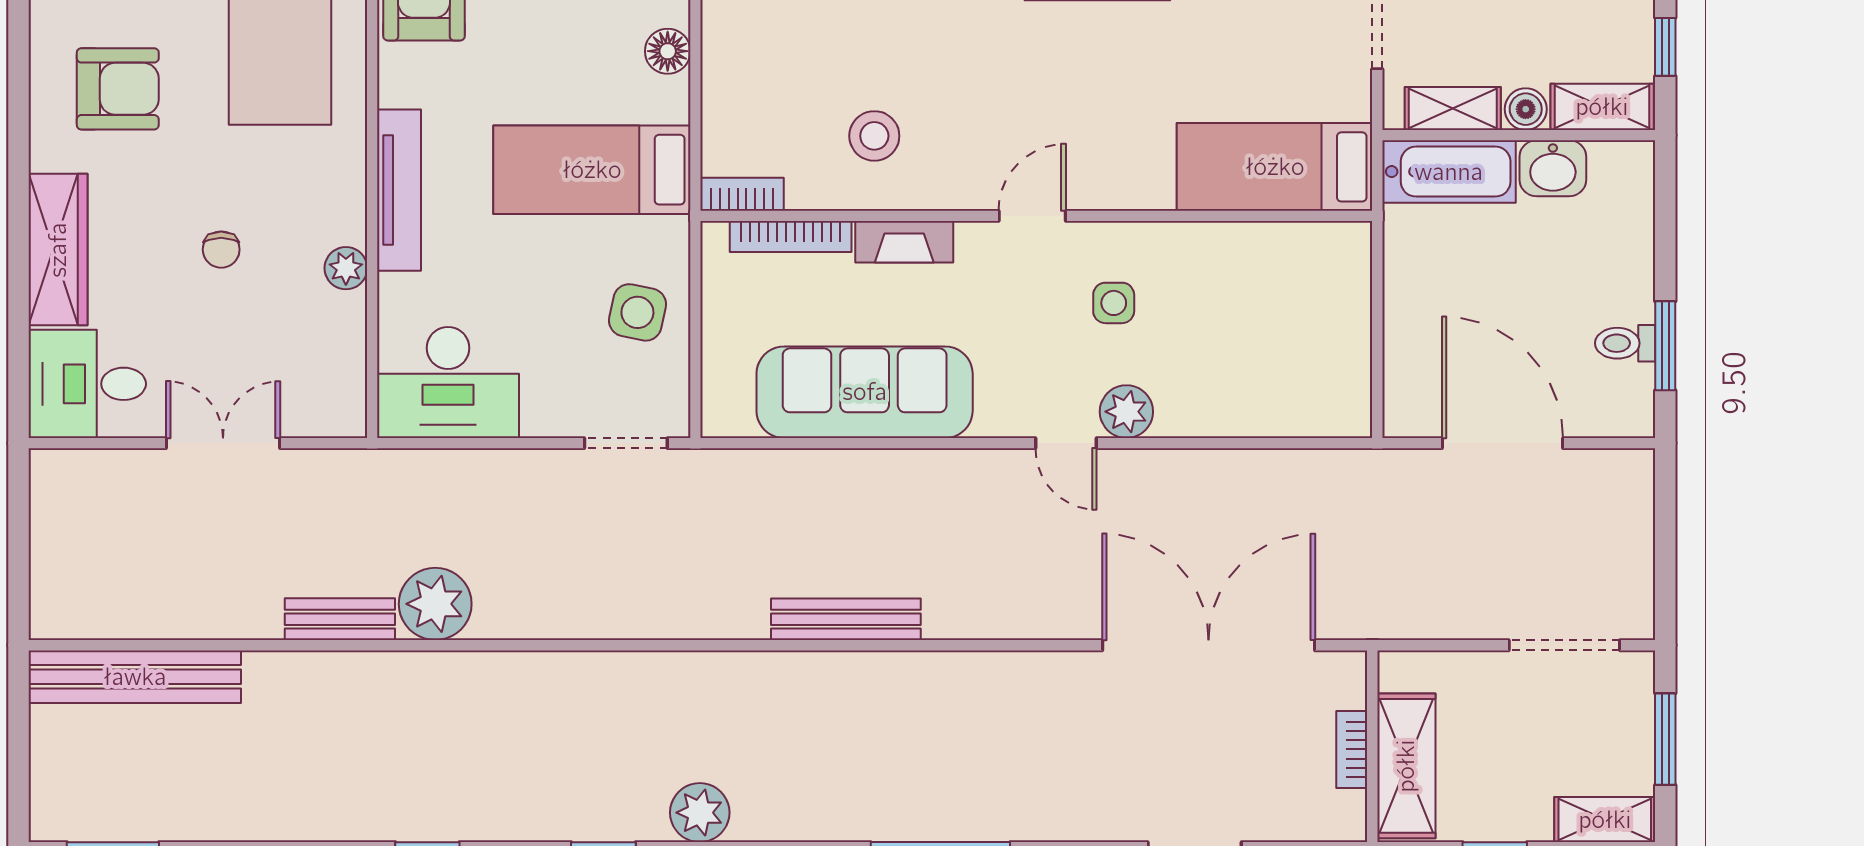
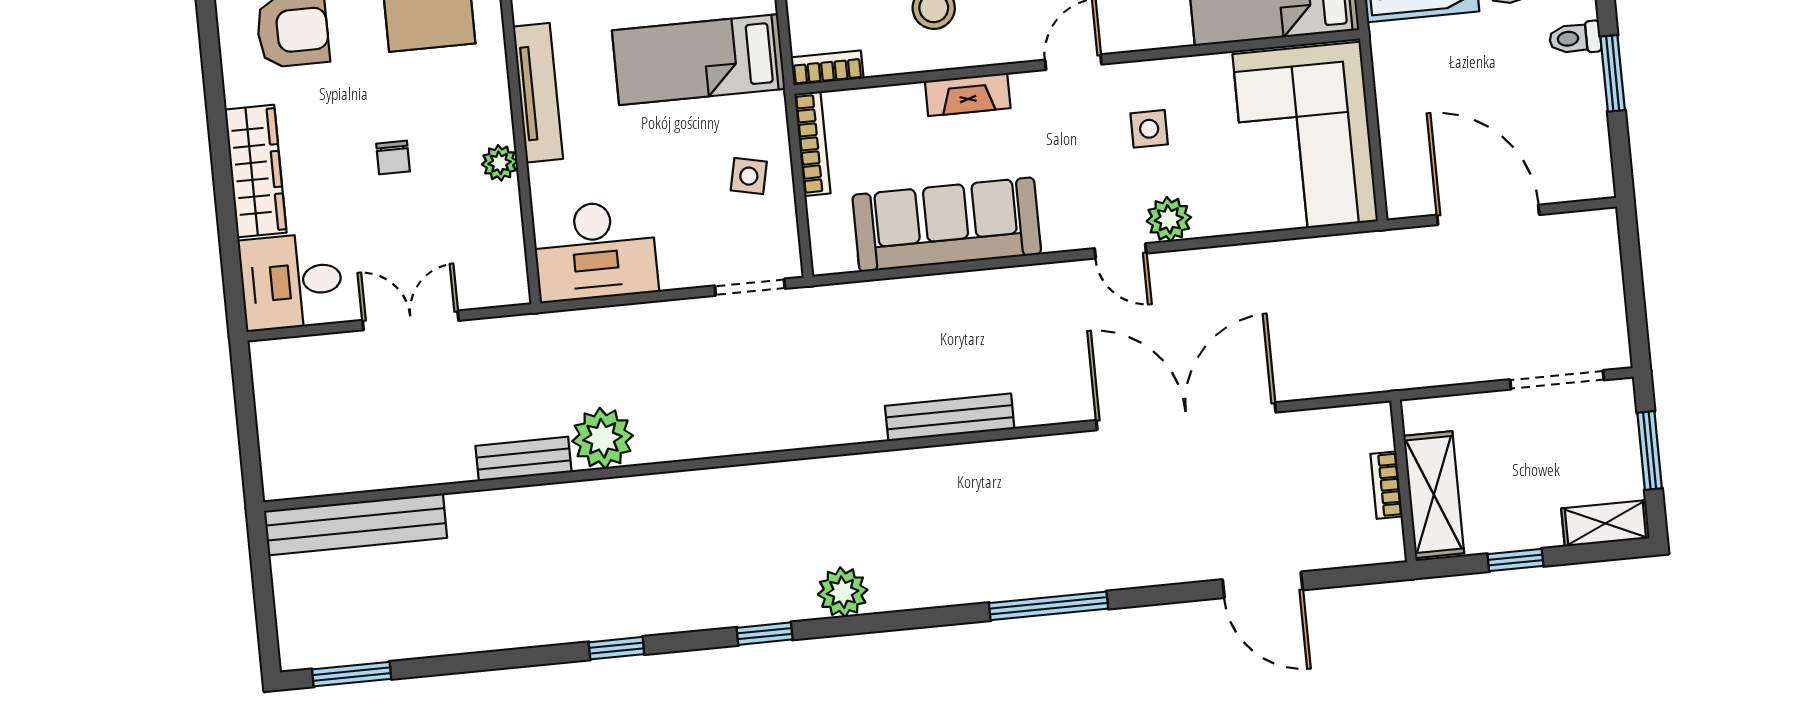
bookcase: (791, 236) -> (812, 144), moved, turned -90
side table: (637, 312) -> (749, 176), width x0.73, depth x0.73
corner sofa: (1296, 332) -> (1305, 138), added
toilet: (1625, 343) -> (1575, 38), moved
window: (1665, 346) -> (1613, 73), moved
double door: (1209, 645) -> (1186, 416), moved

